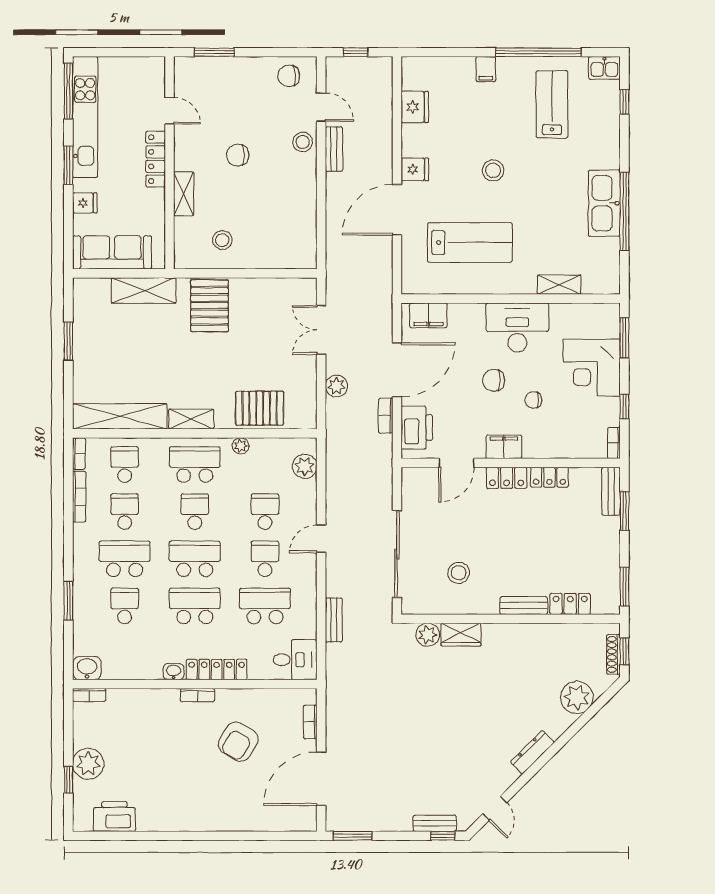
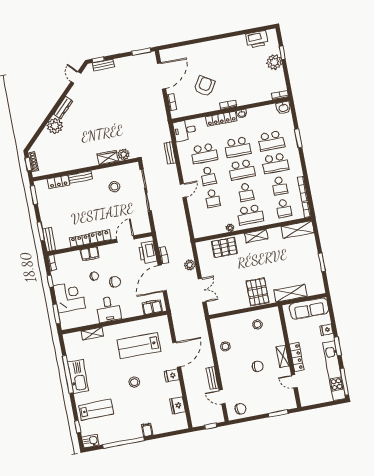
lab bench: (552, 104) -> (96, 410), moved, turned -90
stool: (303, 142) -> (225, 346), moved
shelving: (184, 194) -> (283, 356), moved
desk: (517, 327) -> (109, 309), width x0.73
shelving: (120, 416) -> (298, 230), width x0.68
filing cabinet: (504, 447) -> (90, 254), moved
plant: (305, 466) -> (198, 224), removed
school desk: (125, 606) -> (271, 141), width x1.85
plant: (577, 697) -> (55, 126), moved

